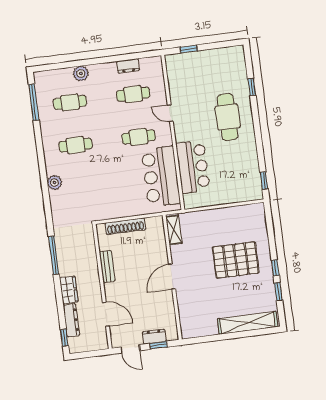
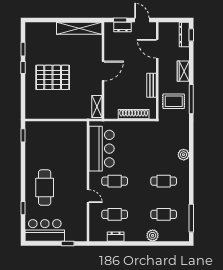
bar counter: (193, 167) -> (45, 230), moved, turned 90
rug: (76, 250) -> (174, 101), added
dresser: (71, 320) -> (184, 34), moved
shelving: (248, 323) -> (79, 28), moved

